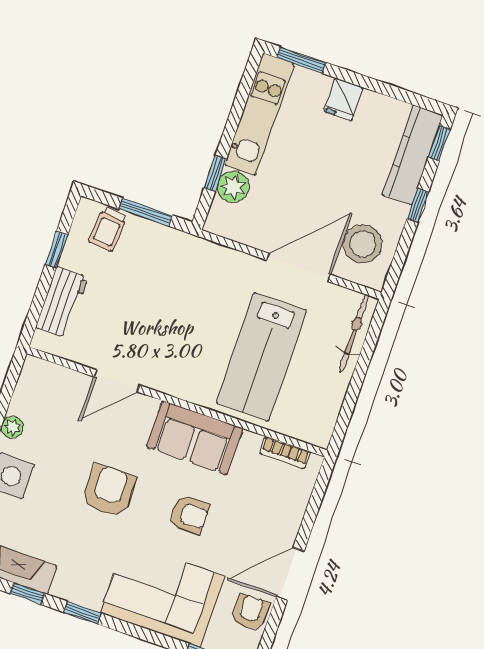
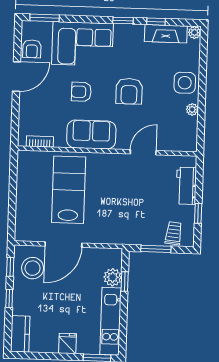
window: (439, 143) -> (10, 267), moved
kitchen counter: (412, 155) -> (20, 334), width x0.67
bicycle: (354, 334) -> (22, 218), removed

